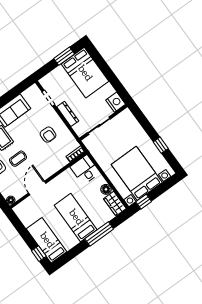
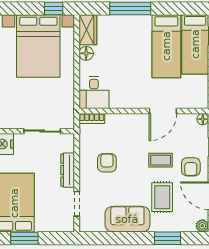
bed: (76, 217) -> (166, 46), moved

